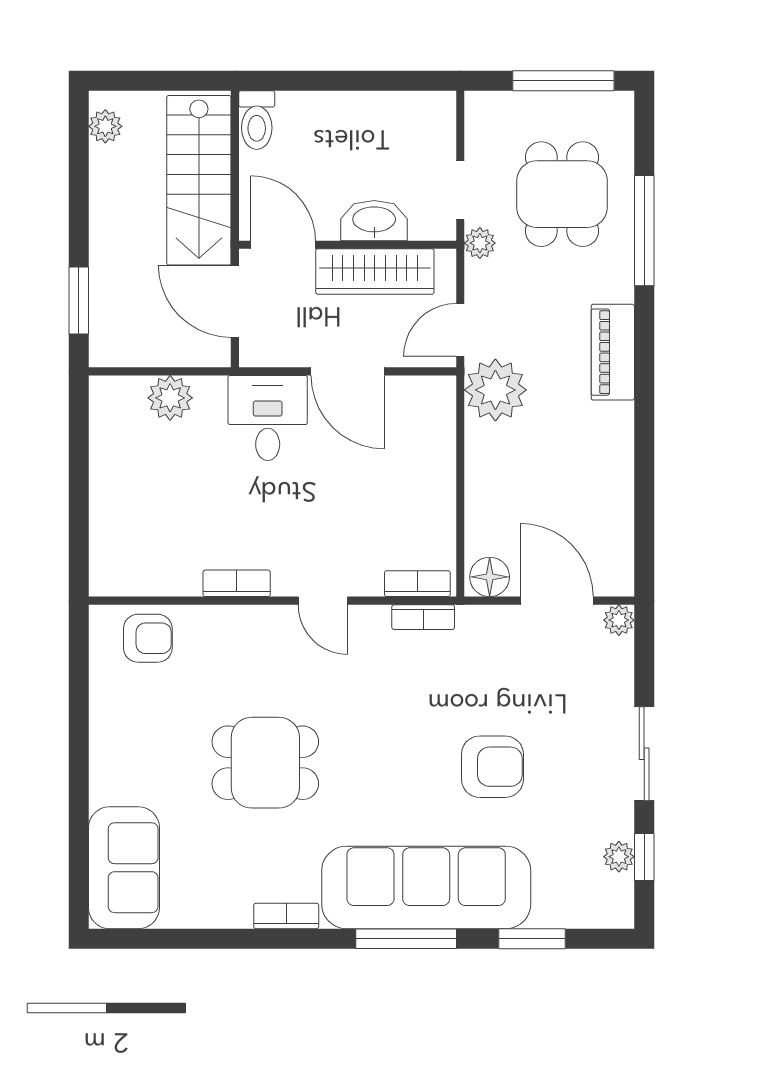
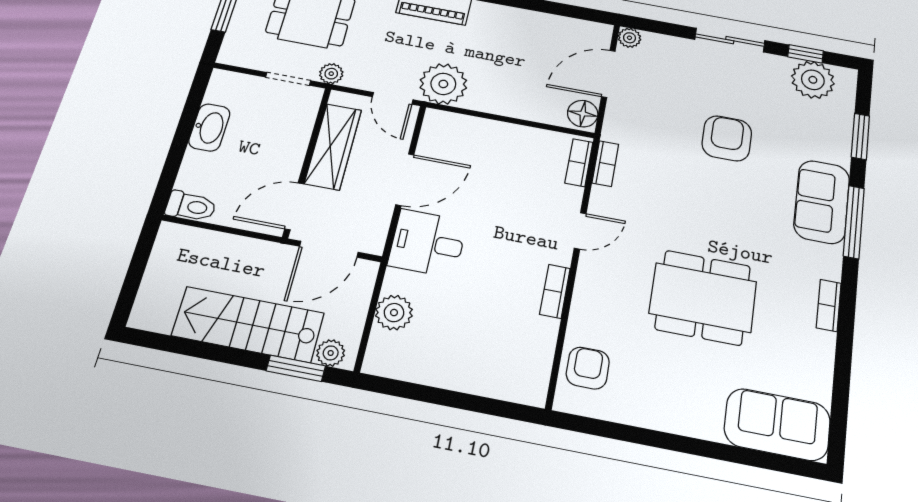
plant: (105, 126) -> (331, 353), moved
stairs: (199, 180) -> (248, 324), moved, turned 180
washbasin: (374, 221) -> (209, 127), moved, turned 180
dining table: (265, 763) -> (703, 297), width x1.38
plant: (619, 857) -> (813, 80), width x1.88, depth x1.88
sofa: (426, 887) -> (822, 202), width x0.54, depth x0.79

